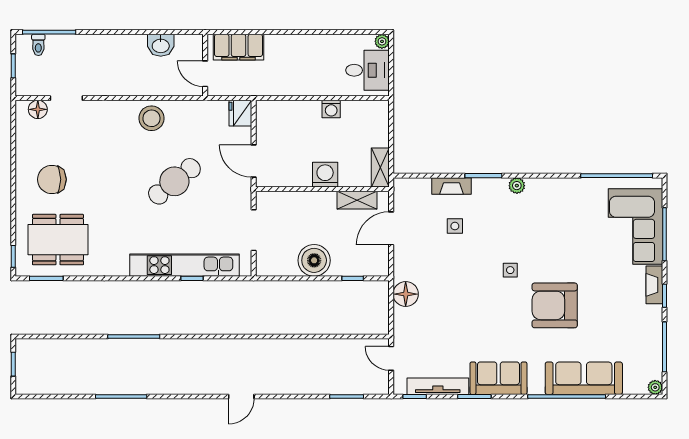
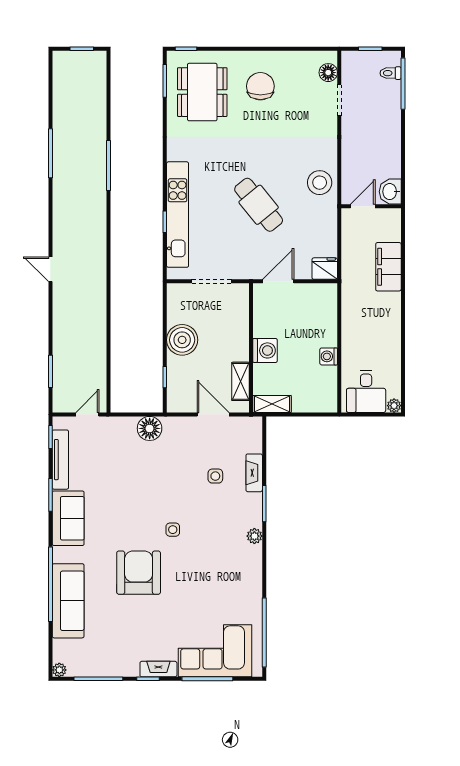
wall: (205, 65) -> (371, 206), moved
door: (205, 74) -> (363, 206), moved

